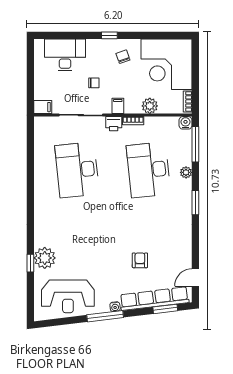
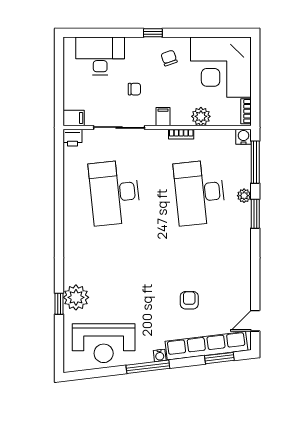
printer: (114, 124) -> (72, 138), moved
window: (195, 203) -> (255, 214), moved

